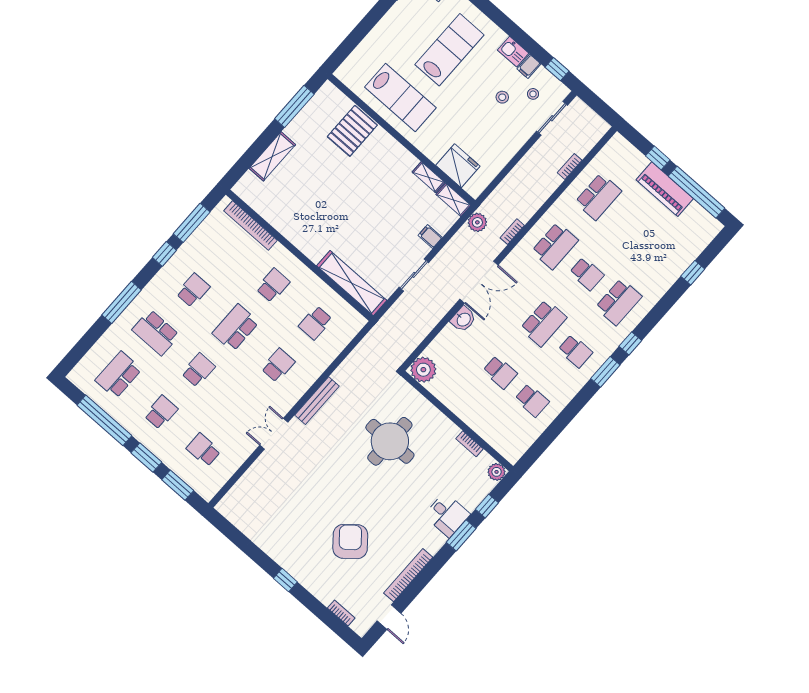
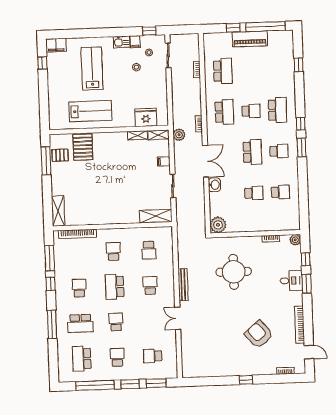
pallet: (317, 115) -> (60, 155), added
shelving: (272, 156) -> (58, 211), moved
shelving: (352, 283) -> (156, 216), width x0.68

